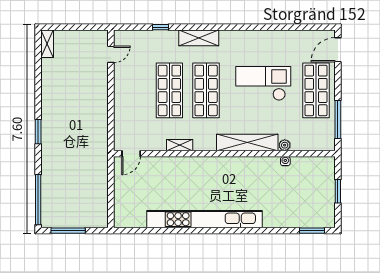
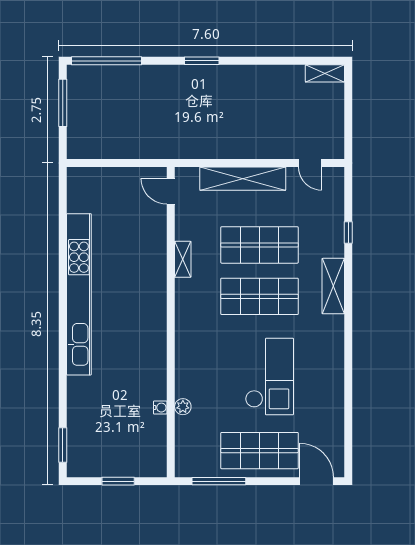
shelving: (247, 143) -> (243, 179), moved, turned 90

